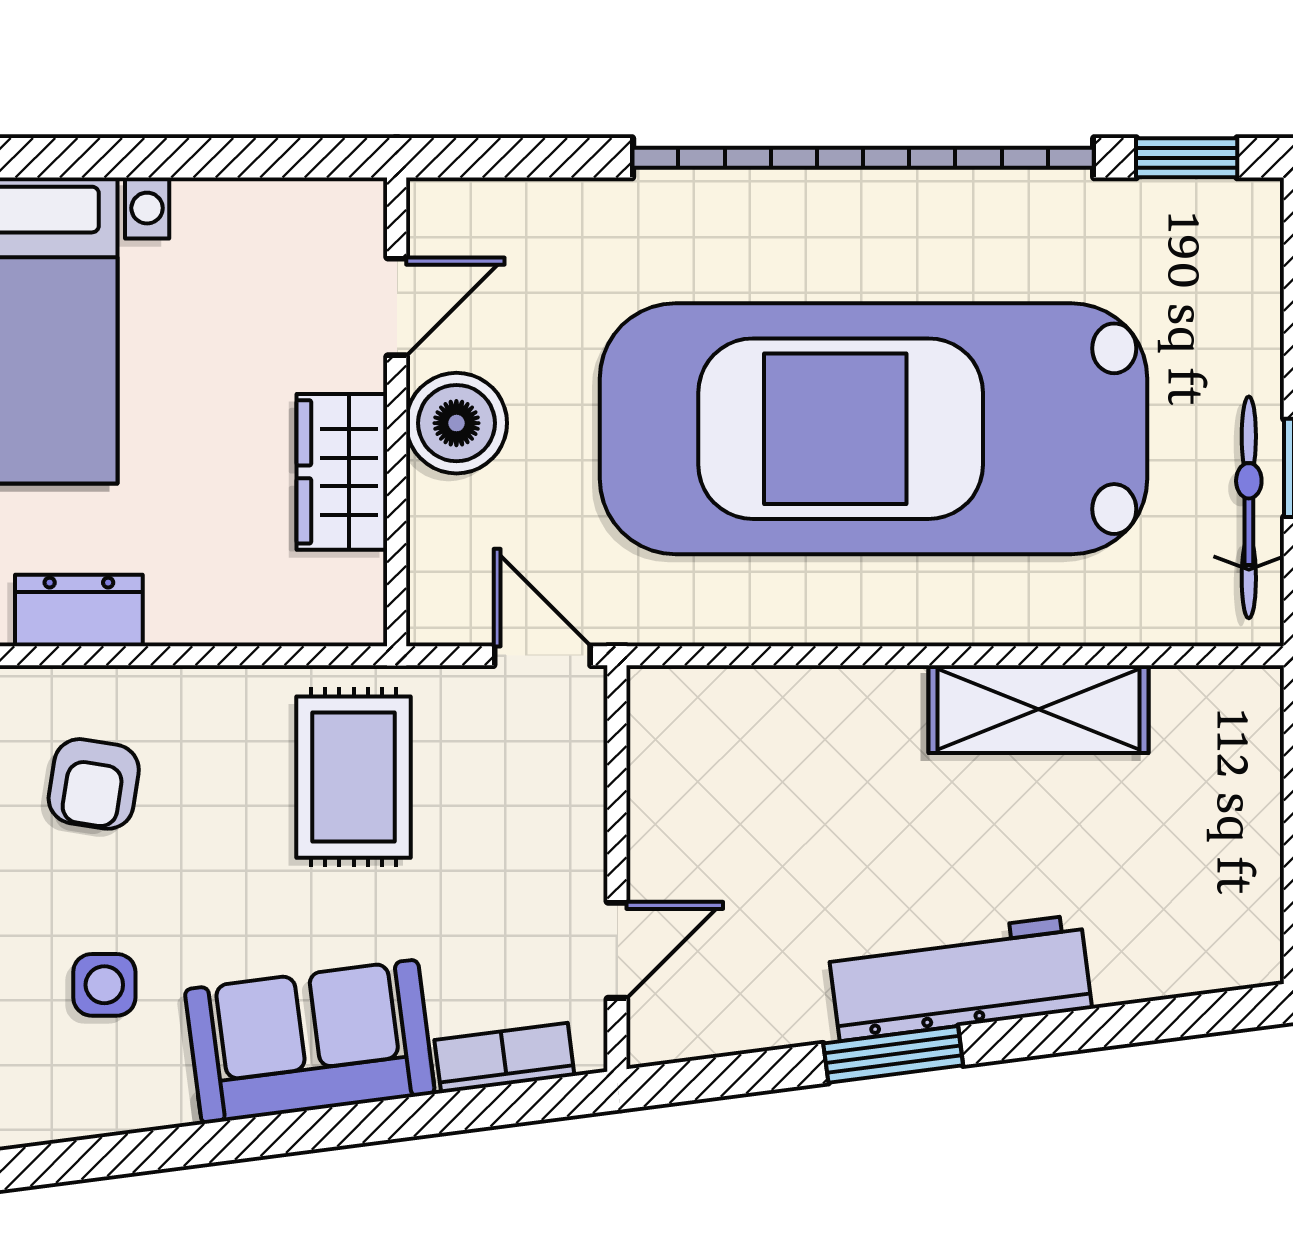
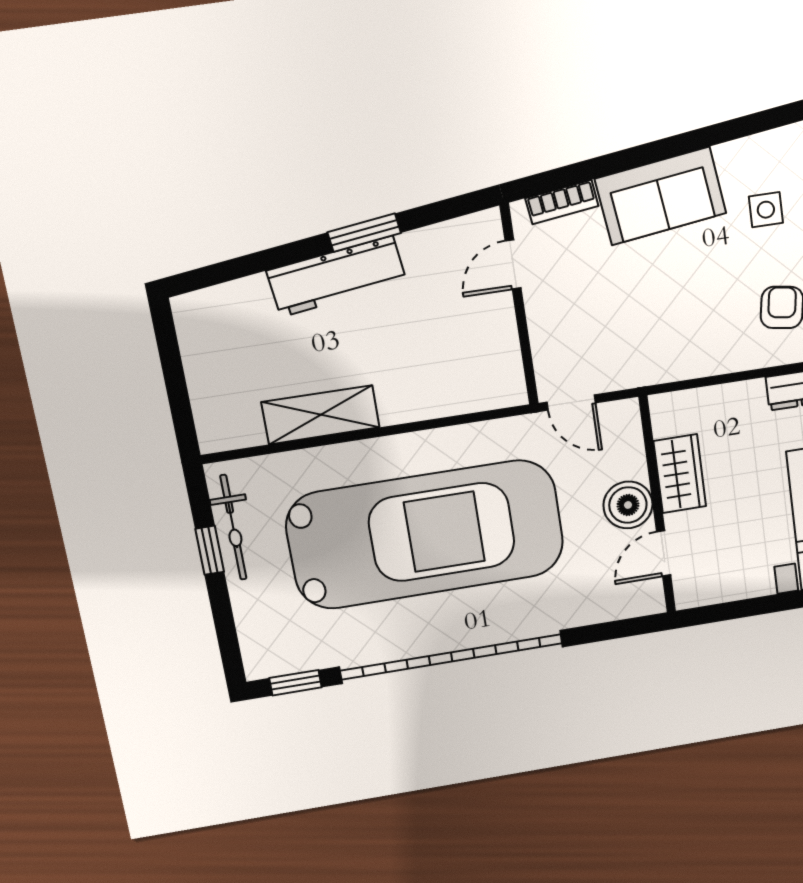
rug: (354, 777) -> (656, 330), removed

